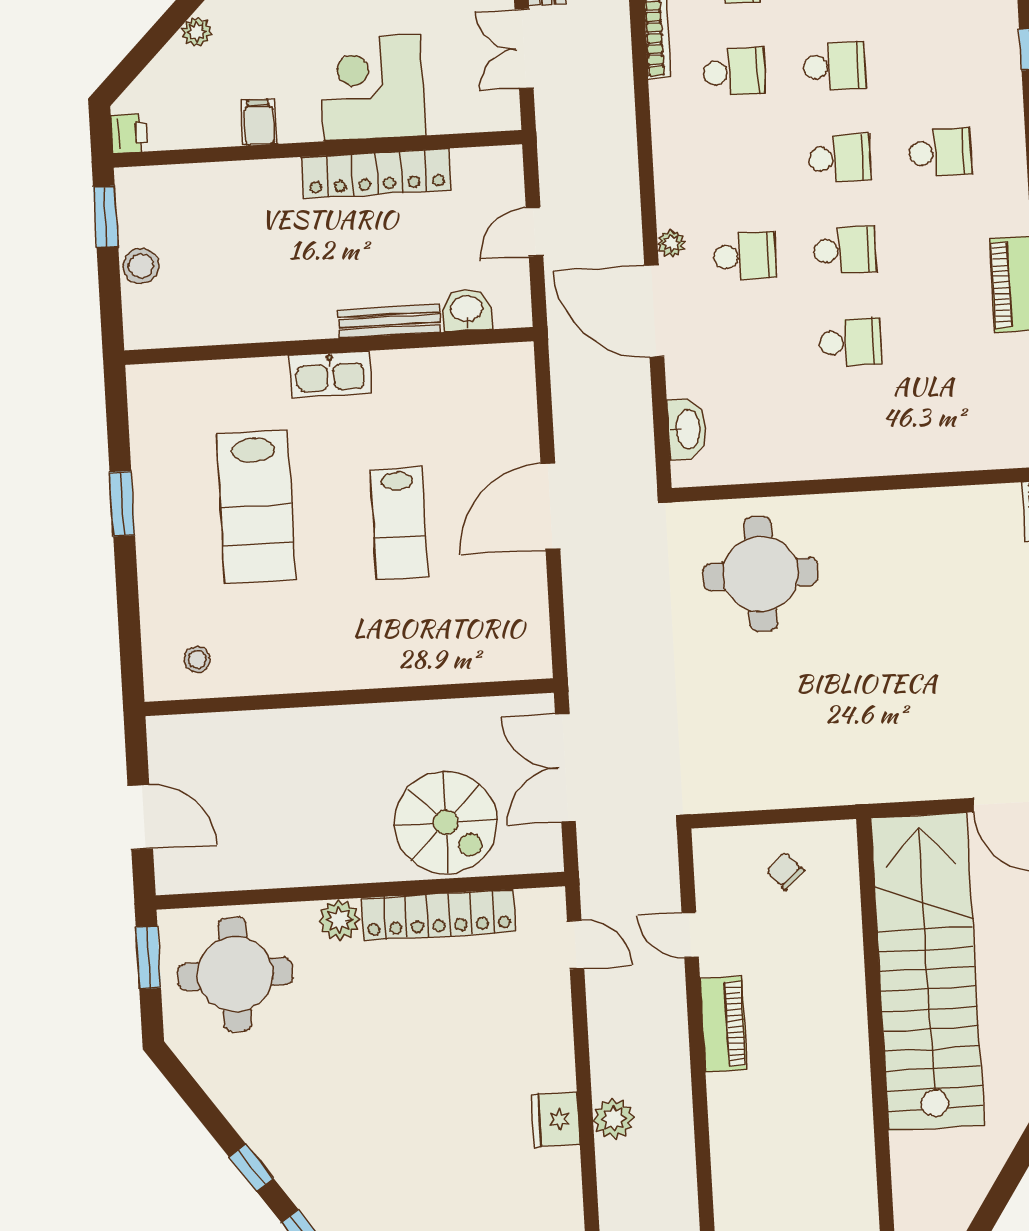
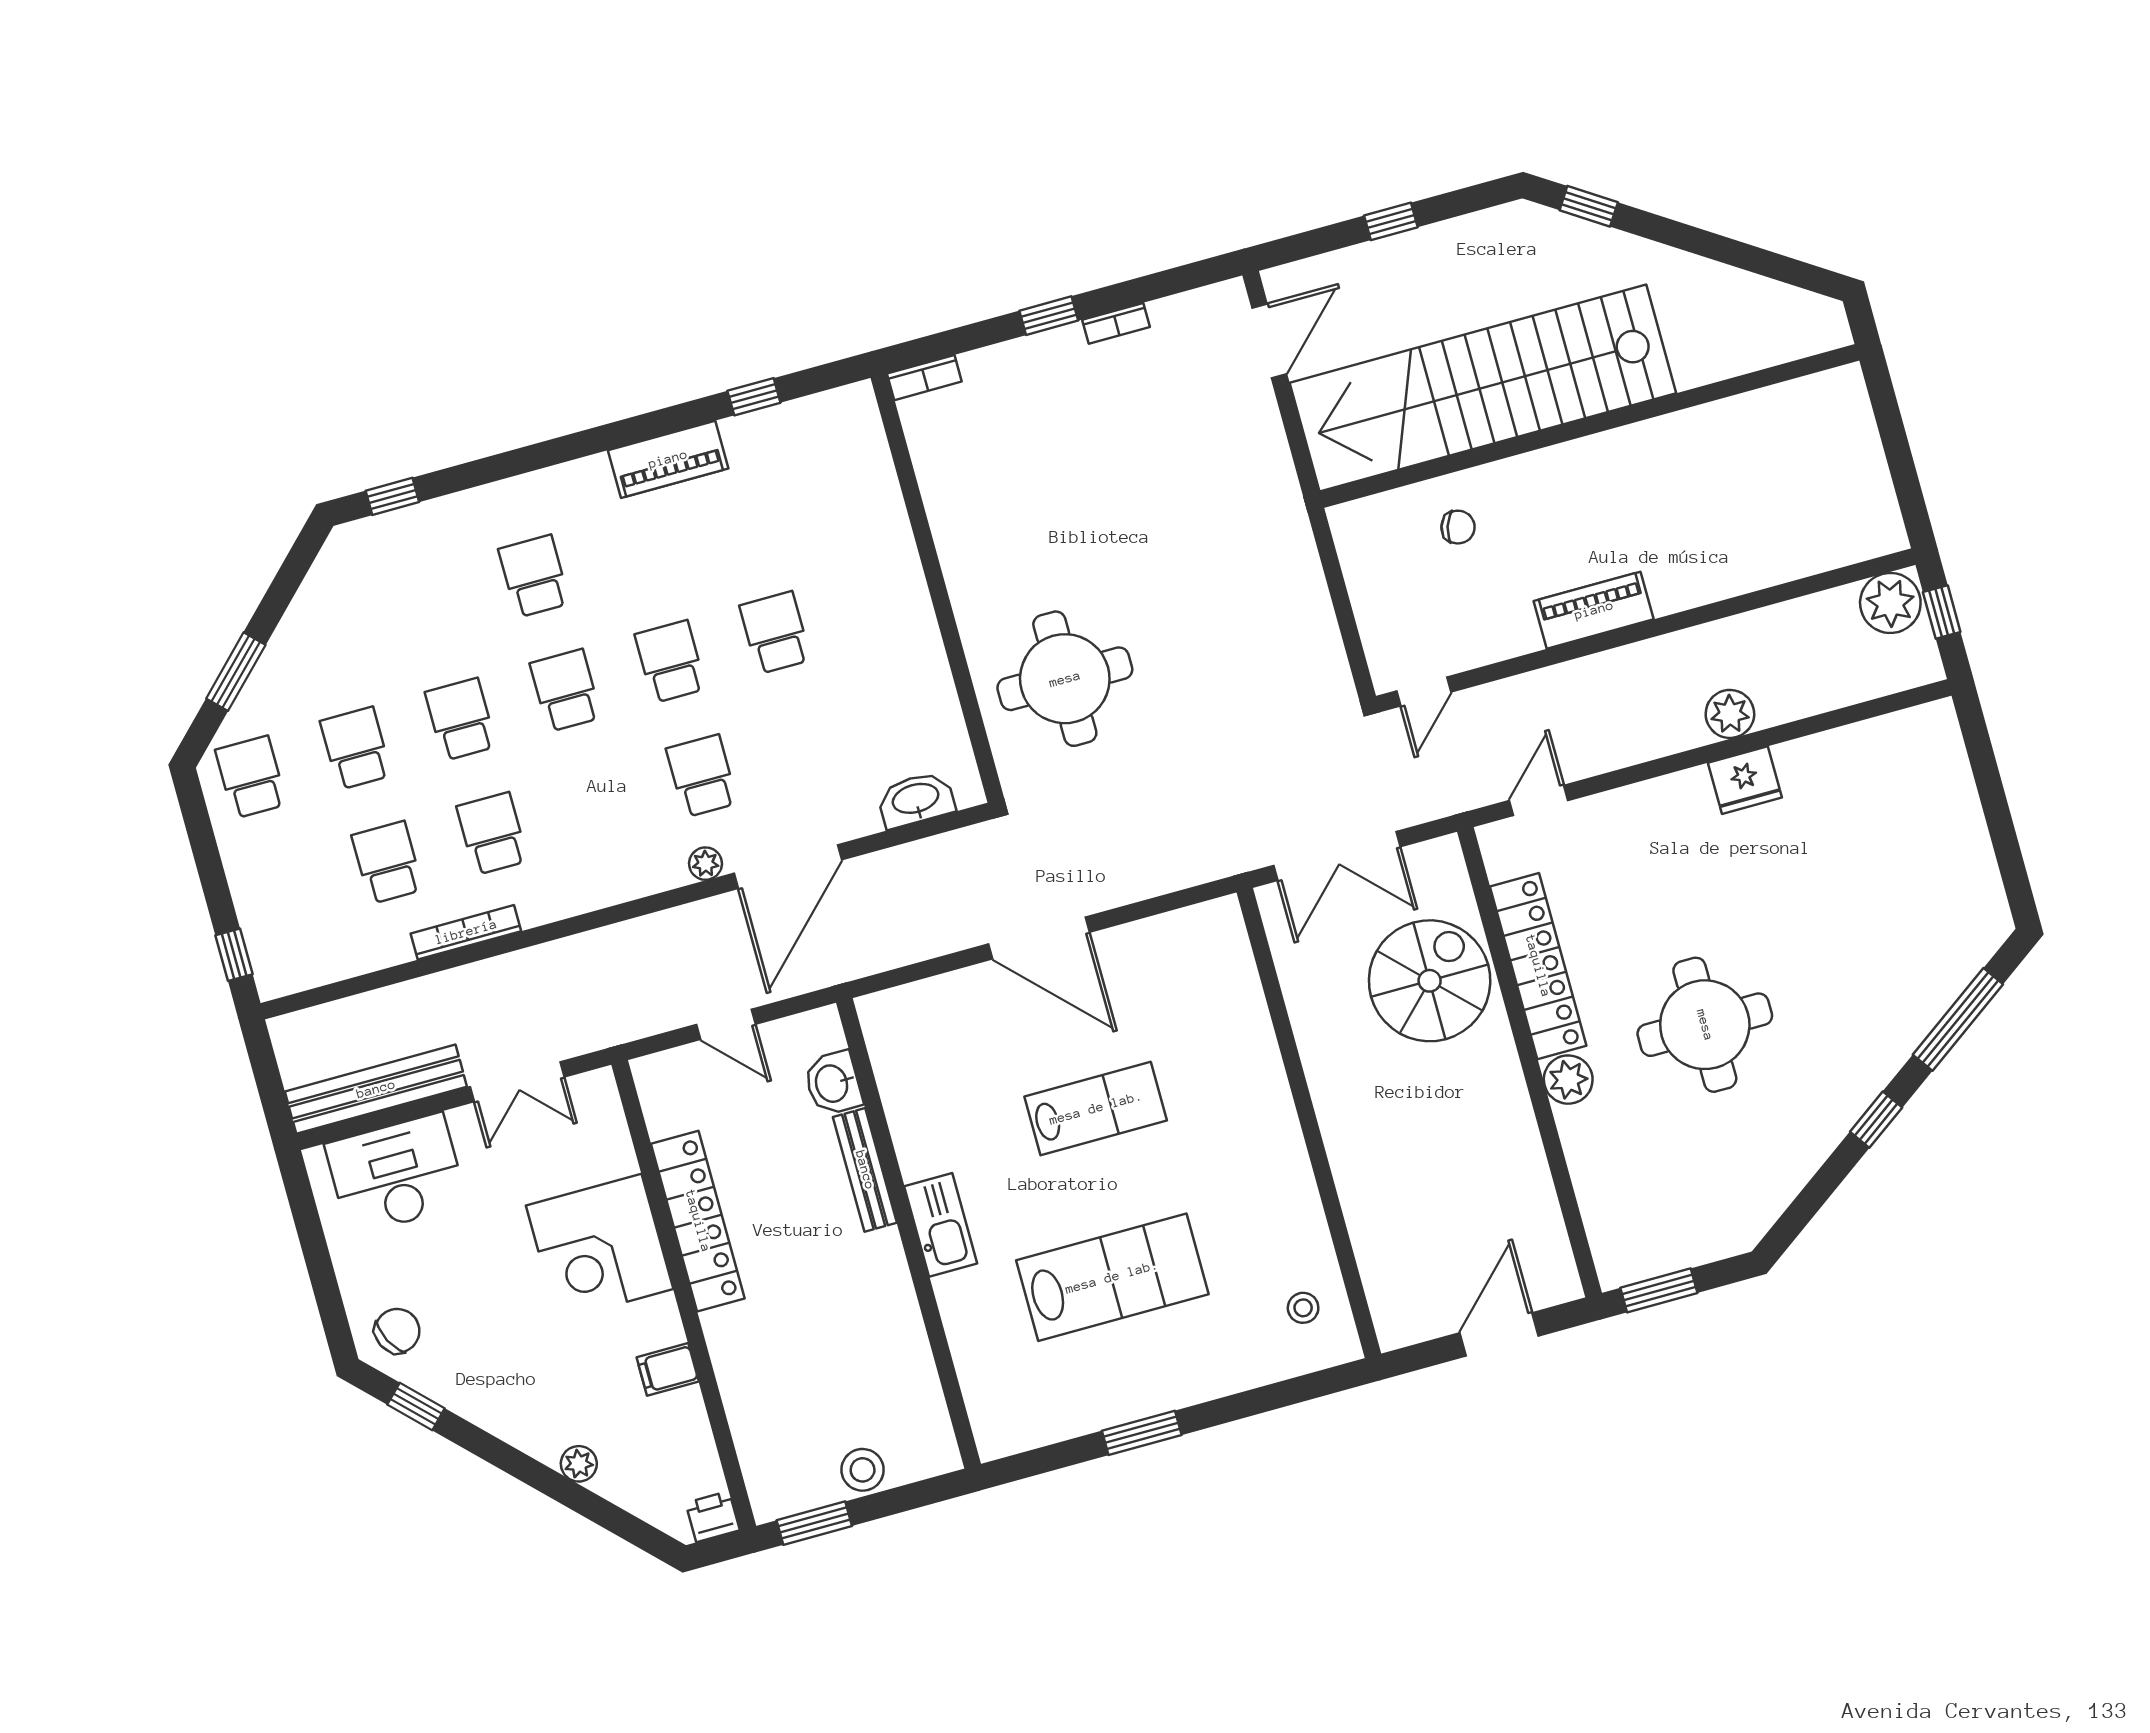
chair: (785, 871) -> (1458, 527), moved, turned -120
door: (690, 935) -> (1424, 691), moved
round table: (235, 974) -> (1705, 1025), moved

